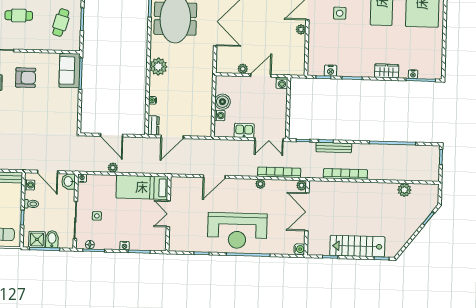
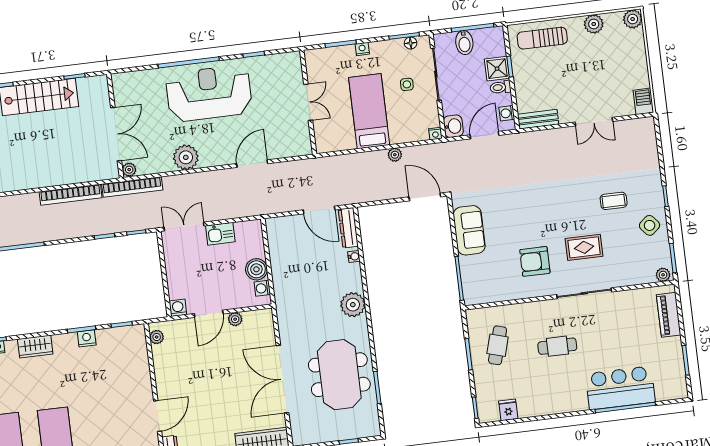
side table: (340, 13) -> (112, 417), removed
plant: (301, 29) -> (157, 337), moved
sofa: (70, 71) -> (469, 230), moved
nightstand: (331, 71) -> (87, 338), moved
washing machine: (220, 115) -> (262, 288), moved
dresser: (153, 125) -> (348, 228), width x1.44
door: (112, 135) -> (425, 197), moved
door: (172, 137) -> (319, 210), swing flipped
bench: (334, 147) -> (92, 229), removed
door: (48, 172) -> (484, 135), hinge flipped
bookcase: (279, 172) -> (132, 187), moved
plant: (260, 184) -> (186, 157), width x1.88, depth x1.88
bed: (142, 187) -> (369, 111), moved, turned -90
shower: (37, 239) -> (497, 69), moved
water cooler: (299, 249) -> (119, 81), removed

